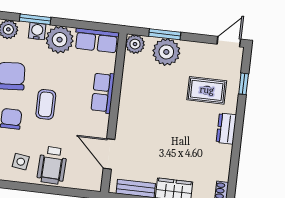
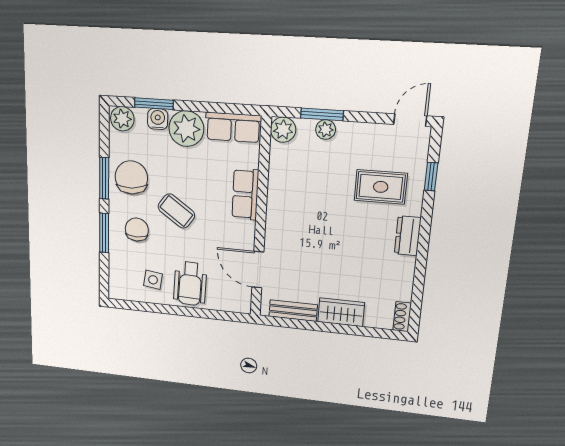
plant: (166, 52) -> (326, 130), width x0.53, depth x0.53
coffee table: (46, 104) -> (176, 211), turned -55

